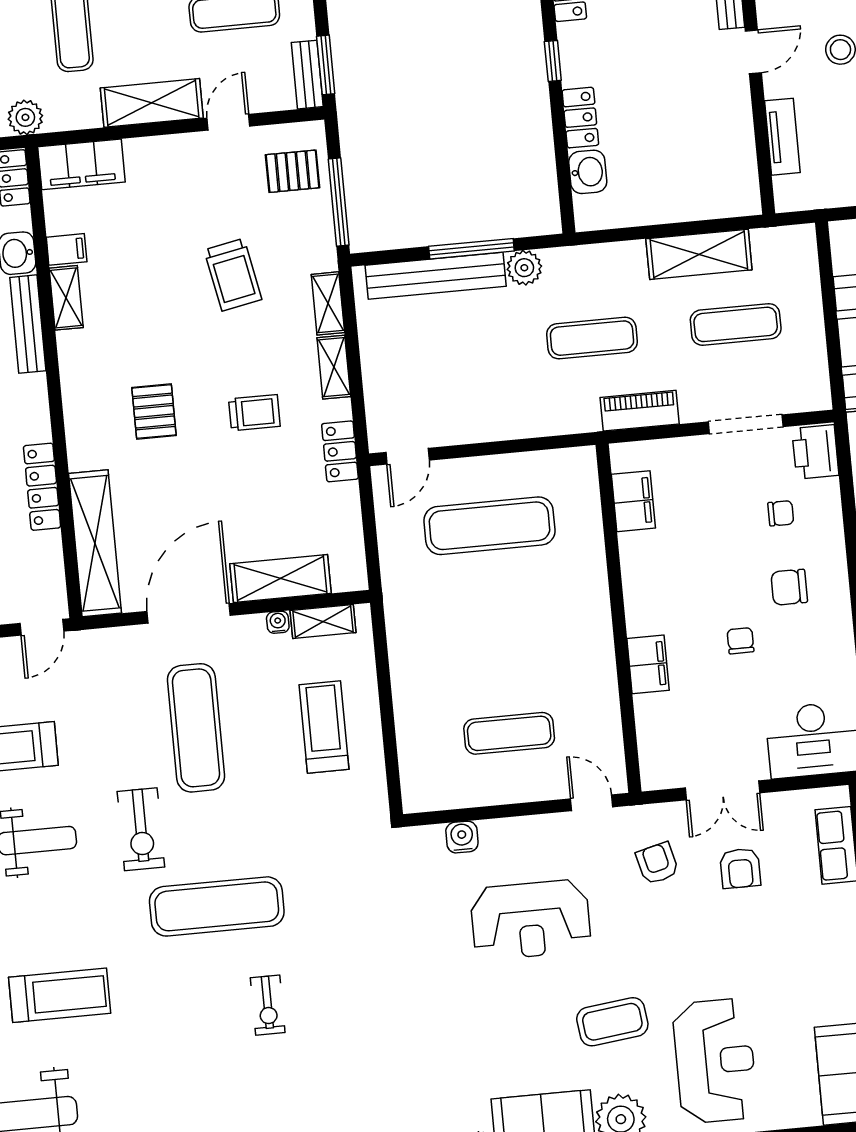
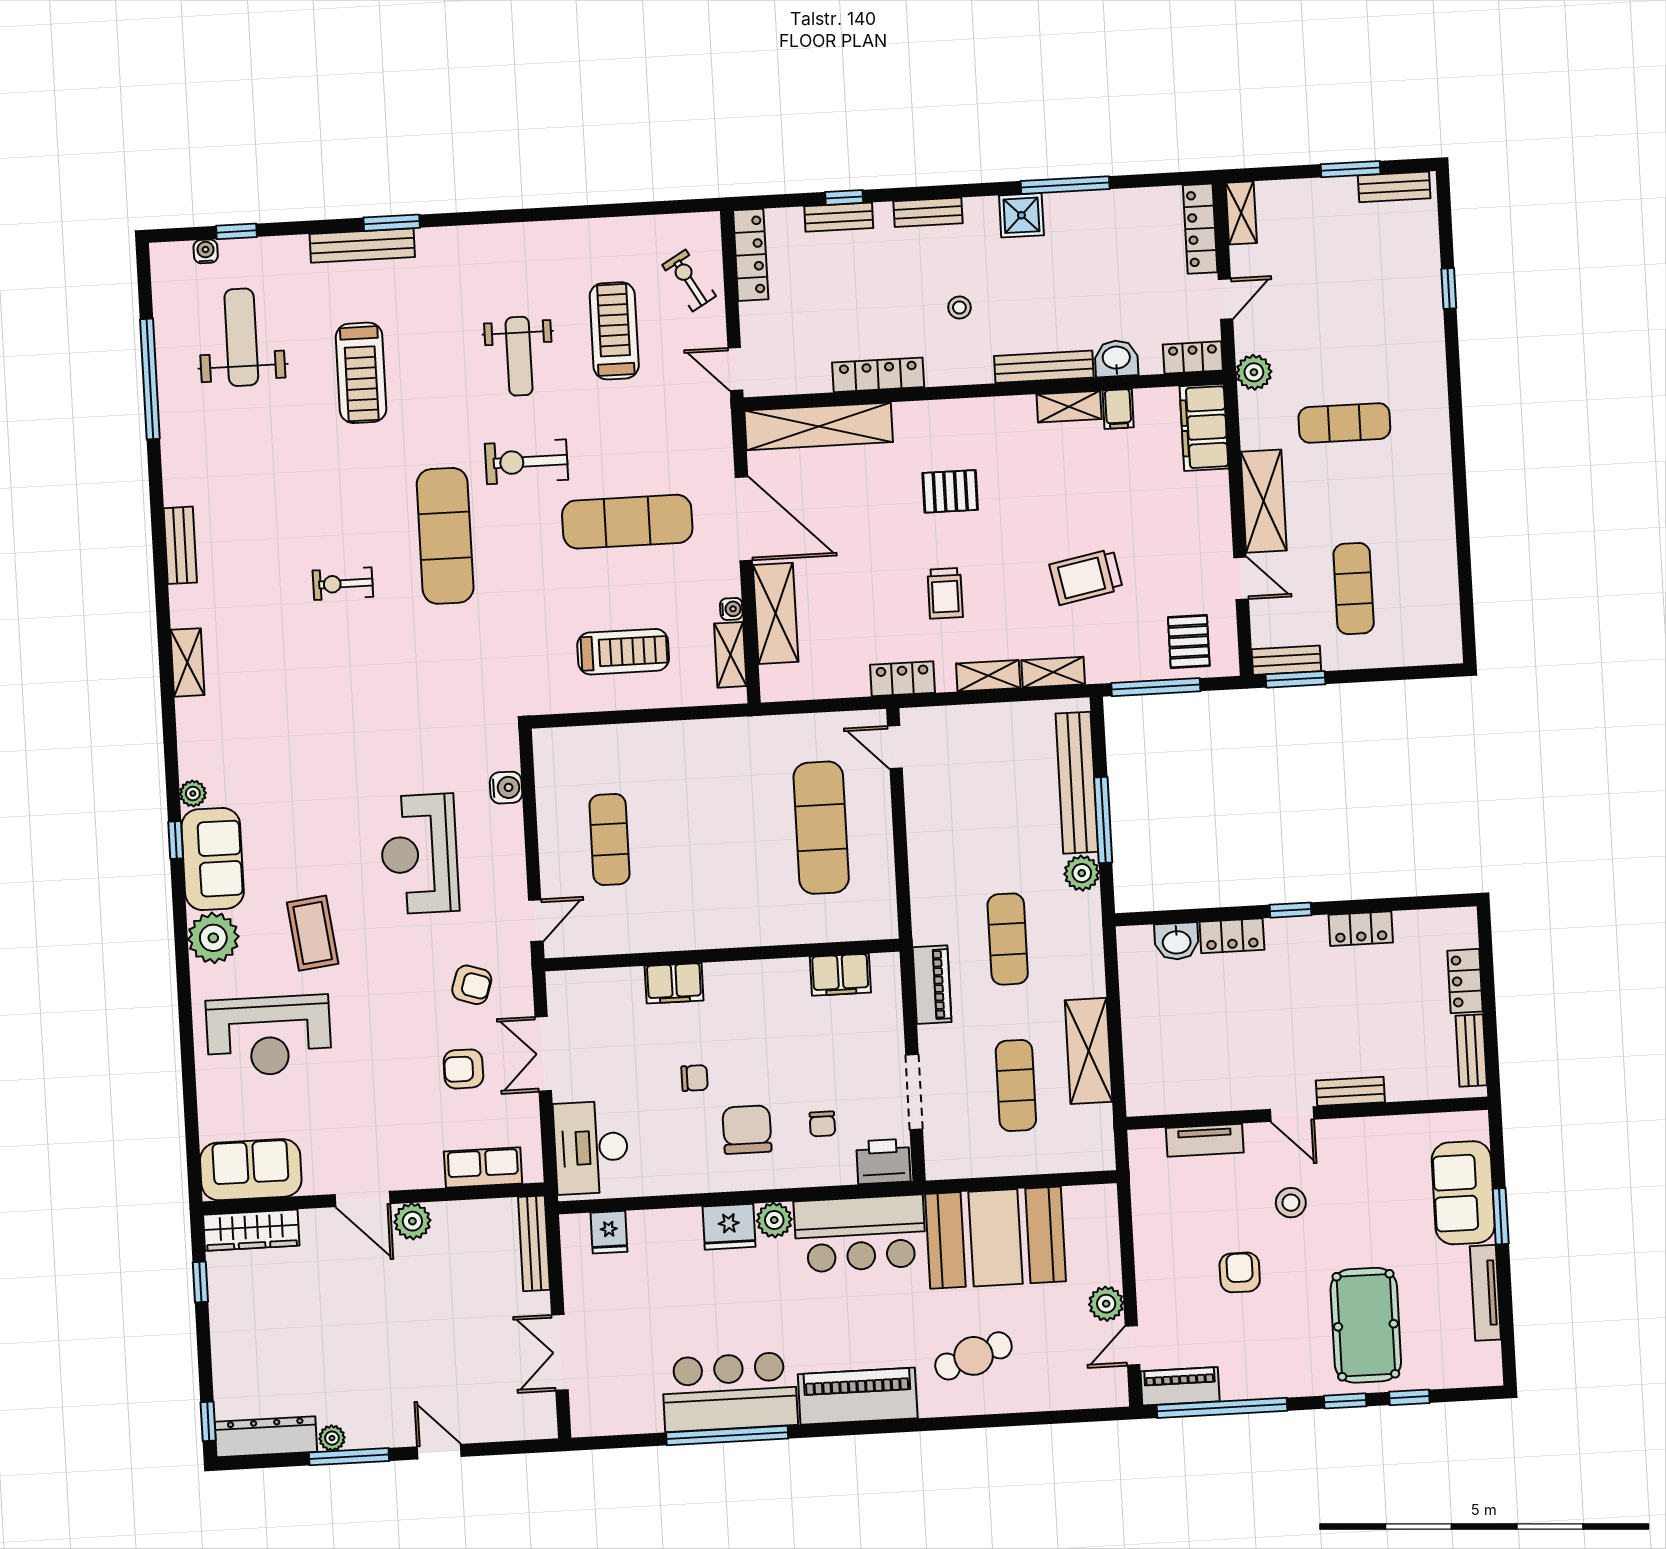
chair: (789, 587) -> (747, 1130), width x1.37, depth x1.37
armchair: (657, 863) -> (472, 985), turned 32

